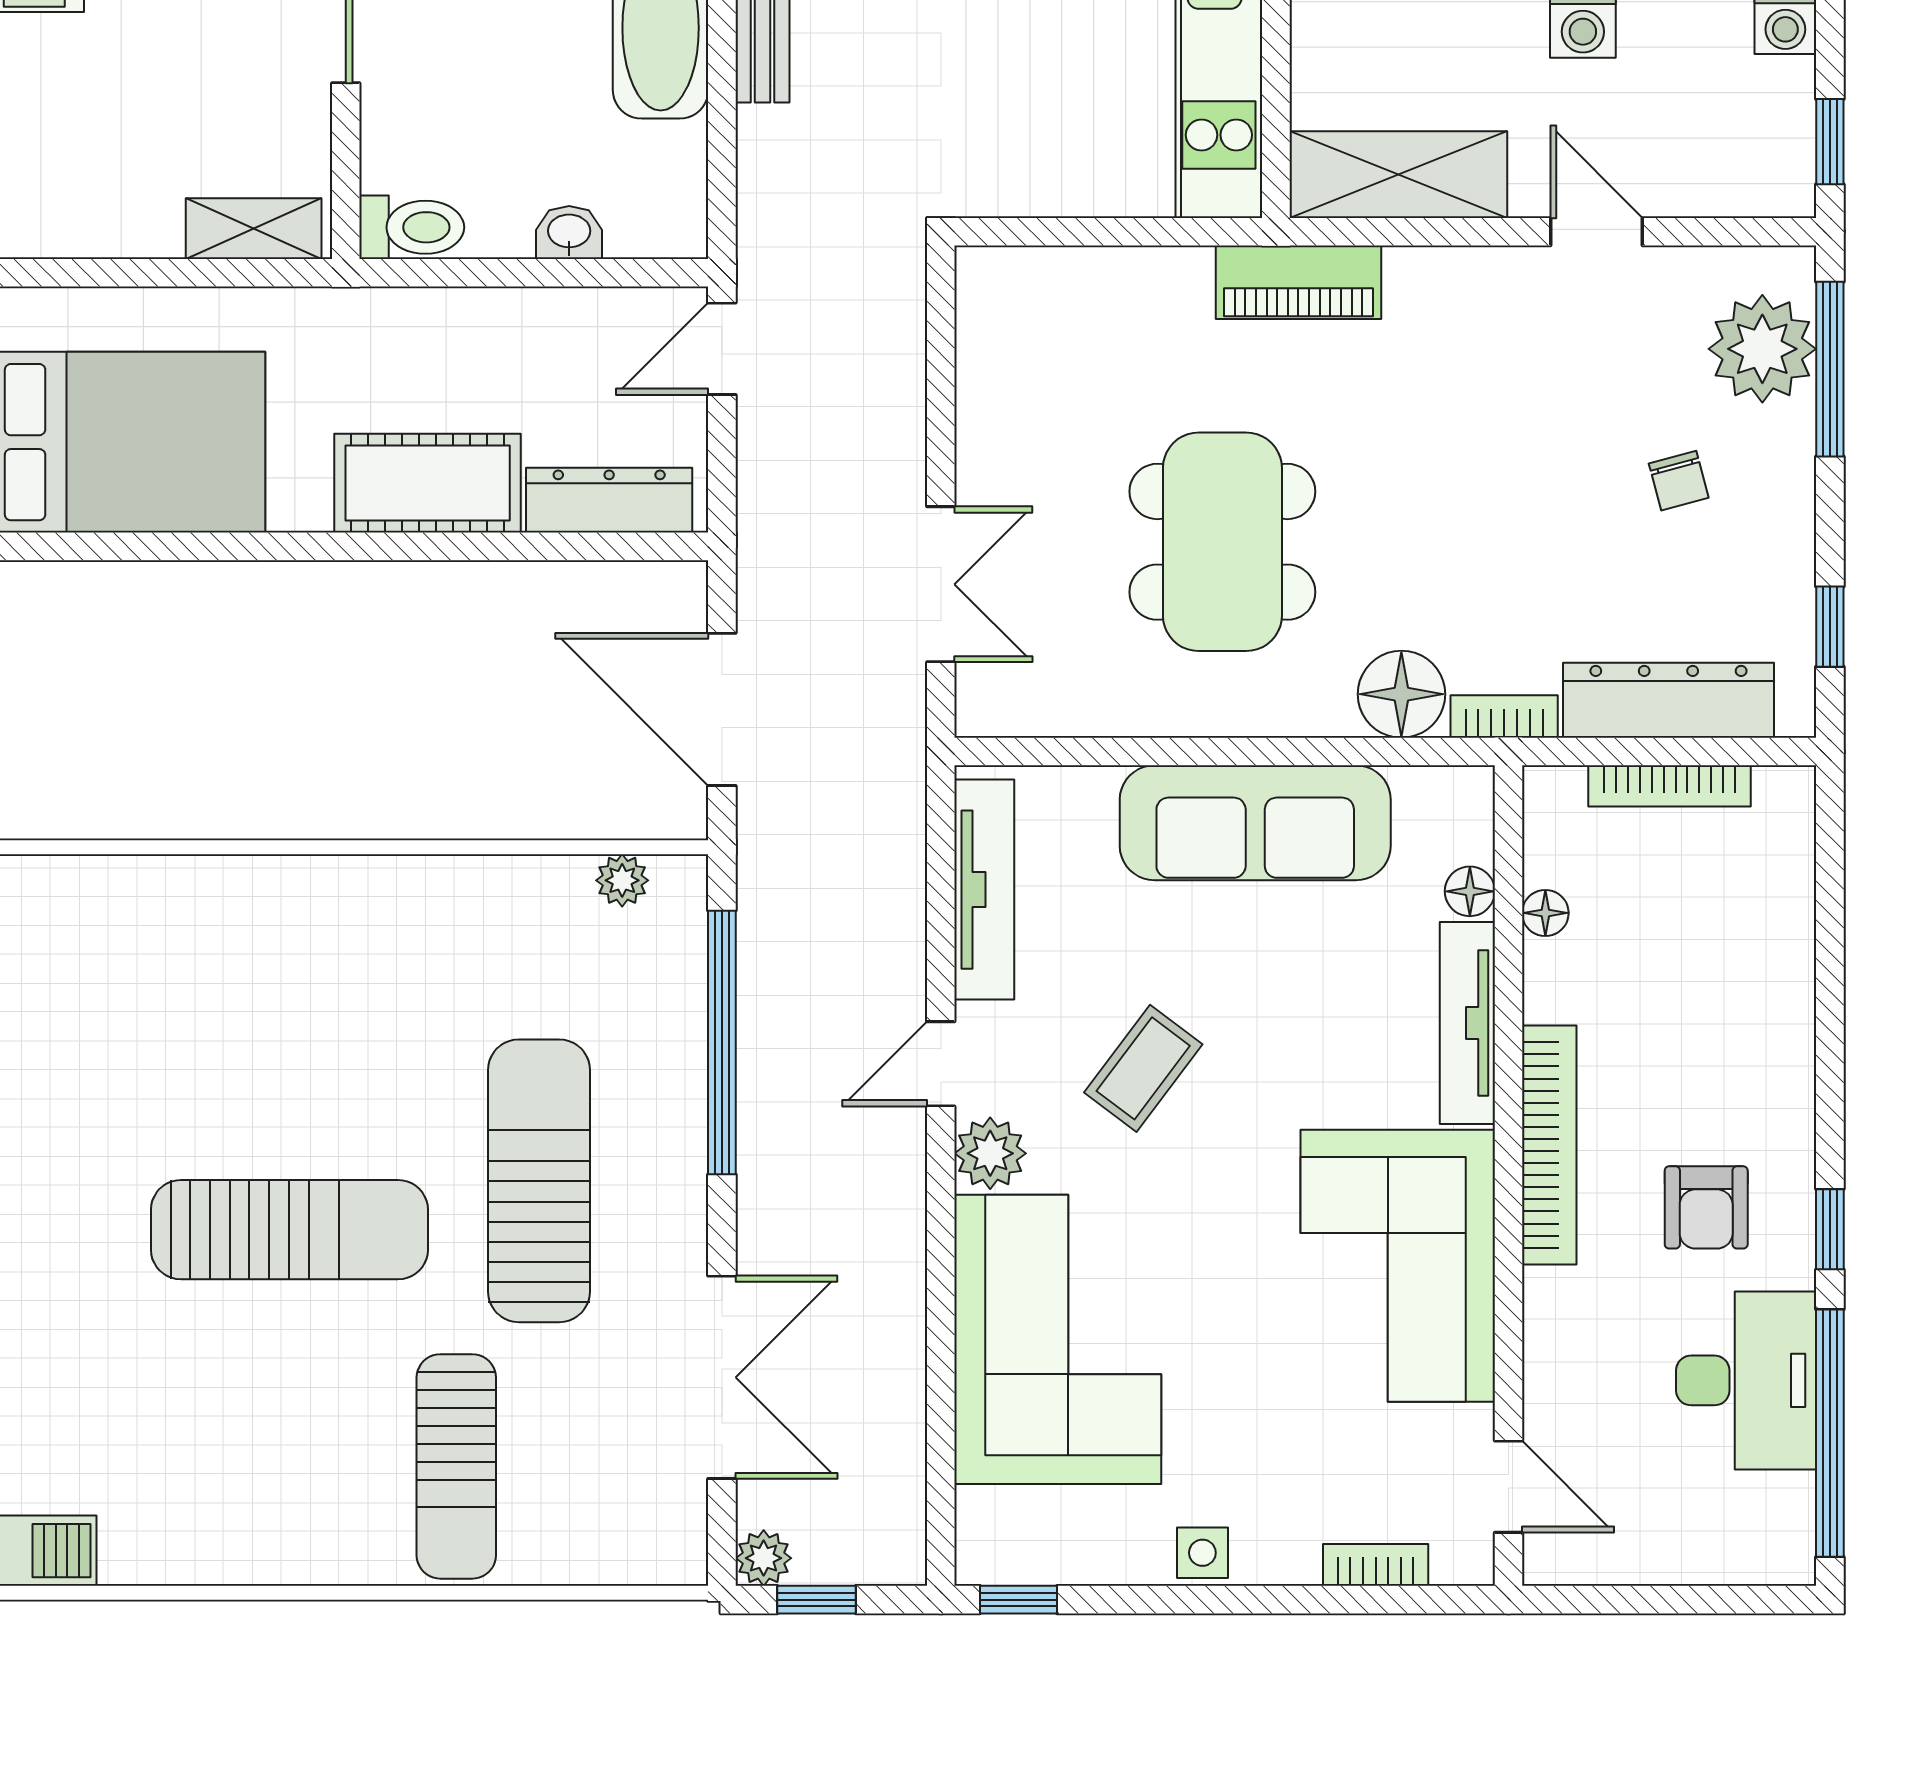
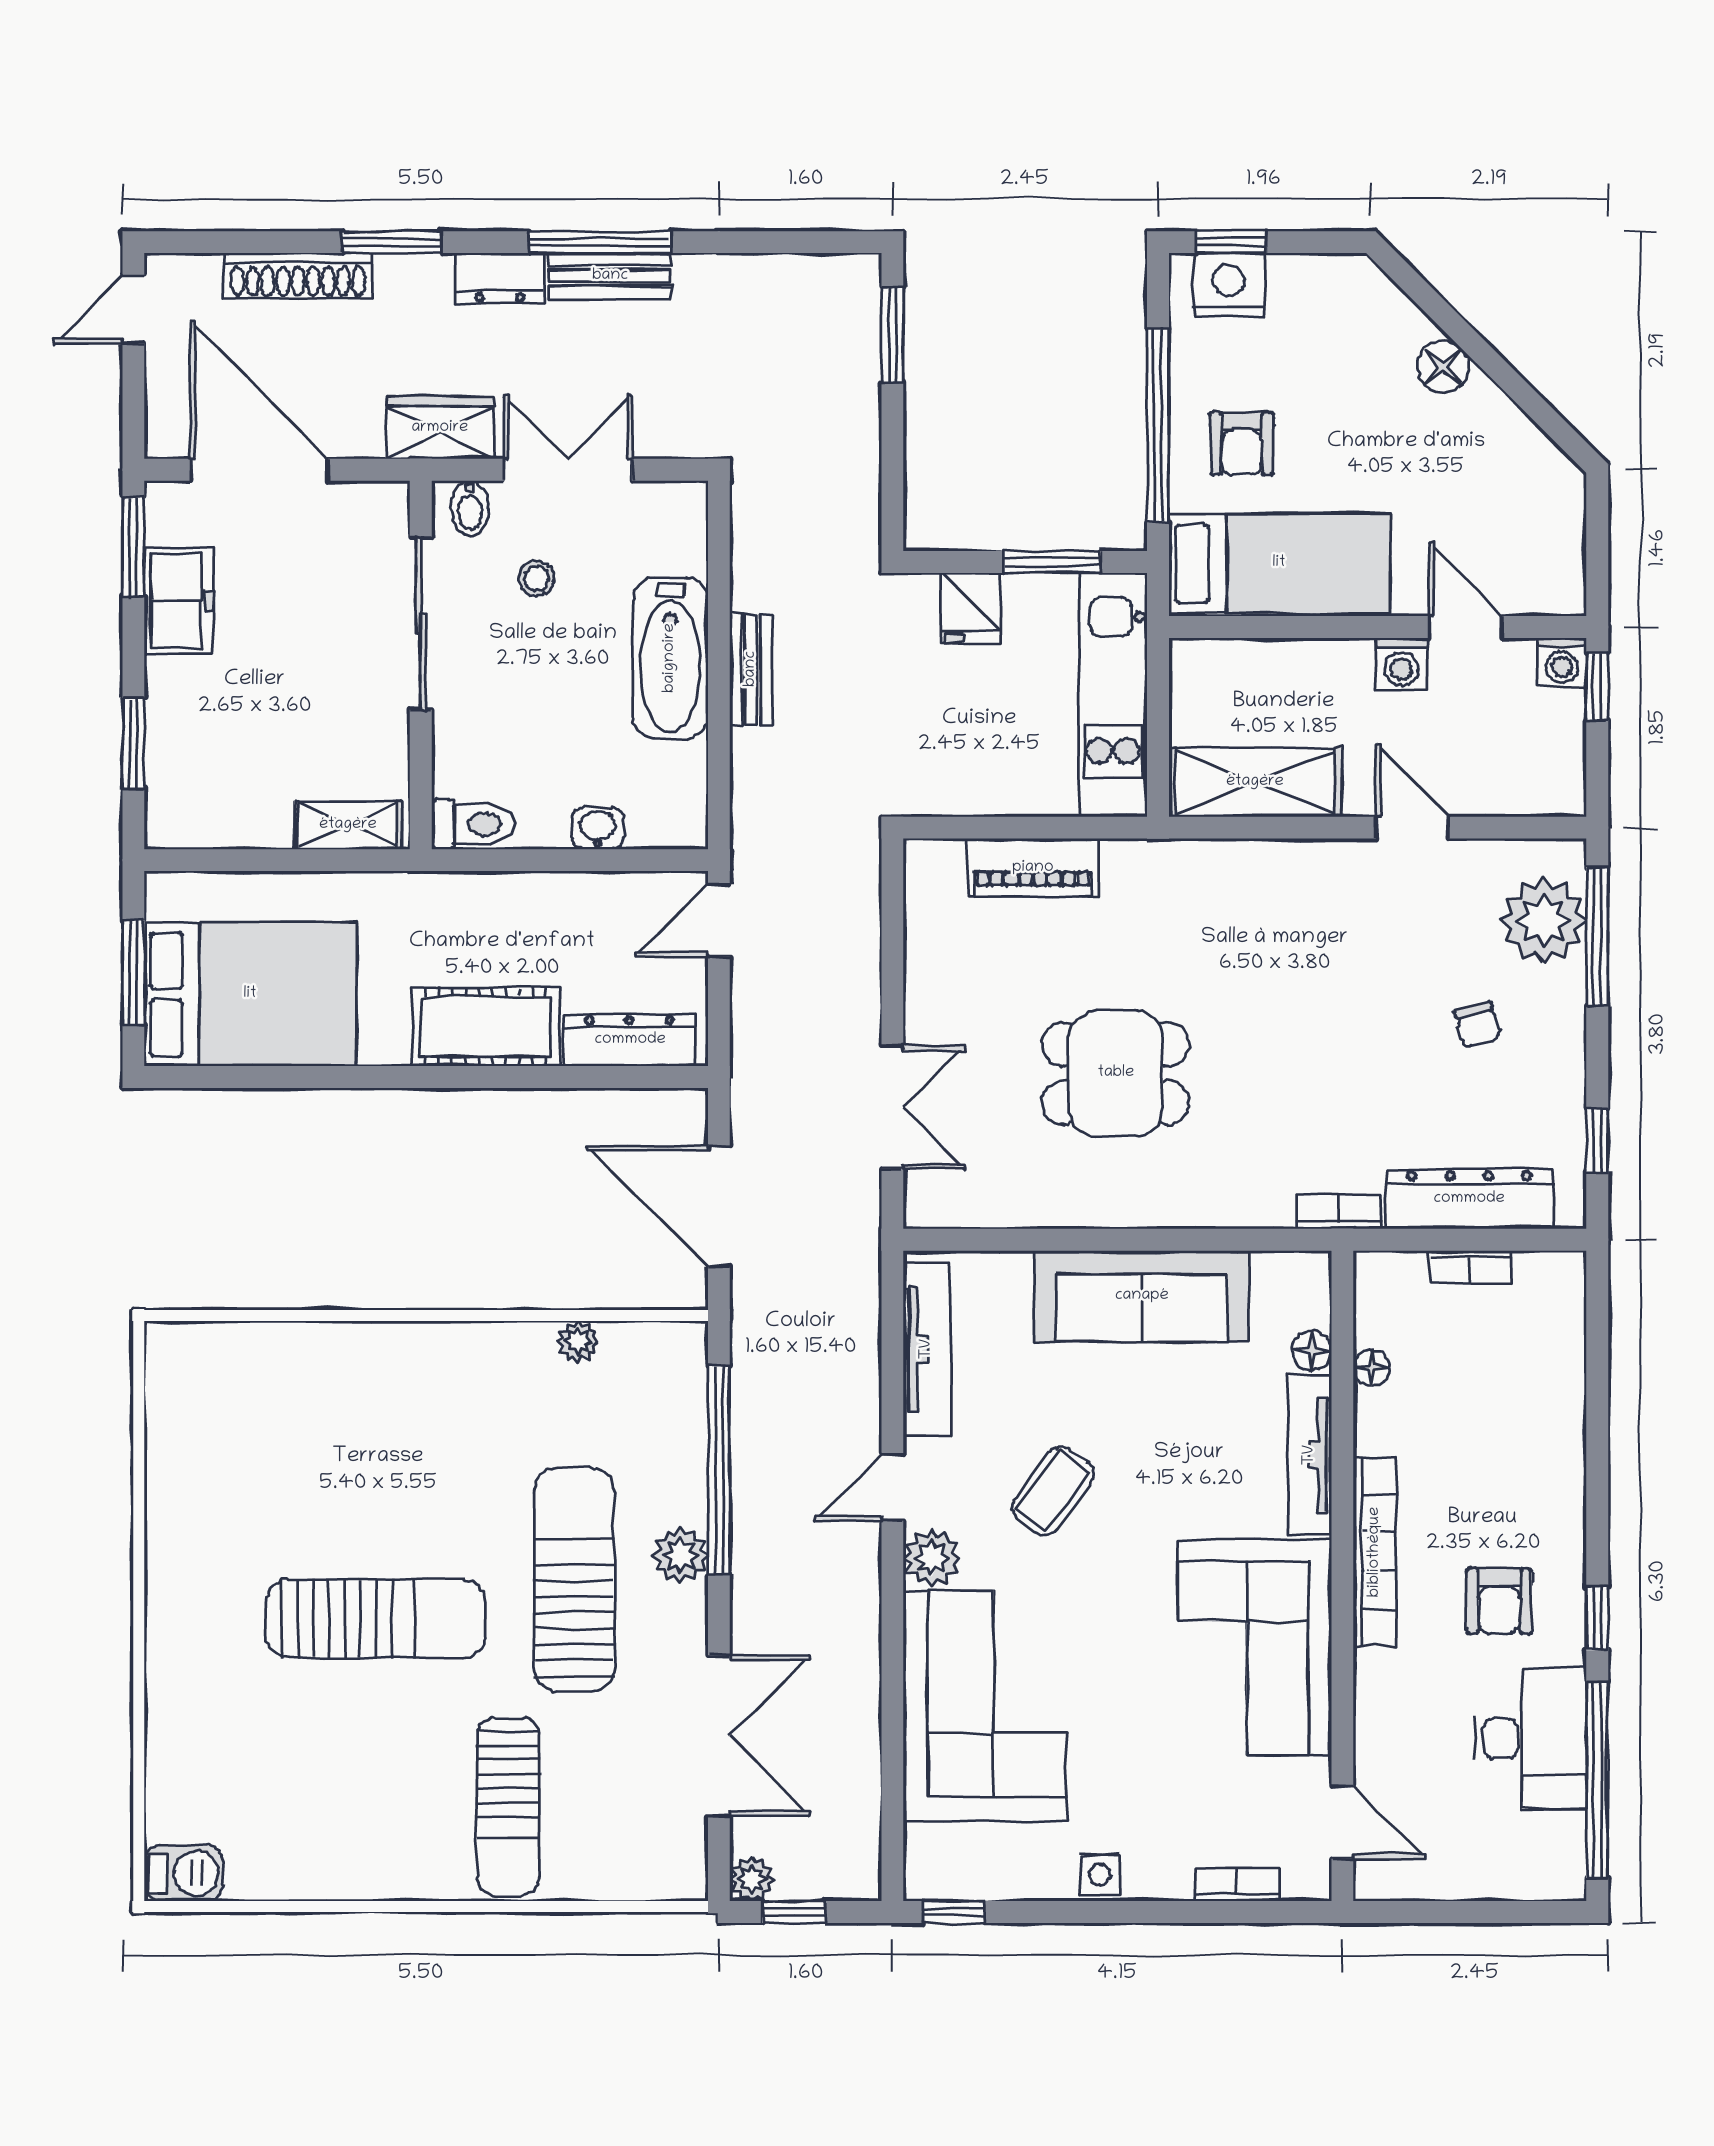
window: (1830, 142) -> (1597, 687), moved
piano: (1298, 282) -> (1033, 868), moved
dining table: (1222, 542) -> (1116, 1073), width x0.73
floor lamp: (1401, 694) -> (1258, 1194), removed
bookcase: (1670, 786) -> (1470, 1267), width x0.64
plant: (622, 880) -> (578, 1342), moved
plant: (673, 1150) -> (680, 1555), added

